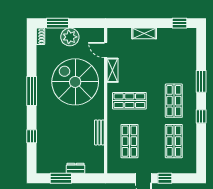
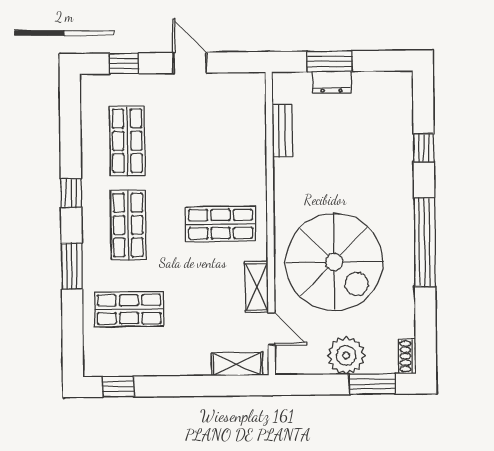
shelving: (144, 33) -> (237, 364), moved
window: (32, 91) -> (425, 242), width x1.46
bench: (99, 132) -> (282, 131), moved
shop shelf: (129, 141) -> (129, 309), moved, turned 90
window: (61, 178) -> (329, 61), moved
window: (165, 178) -> (124, 63), moved

